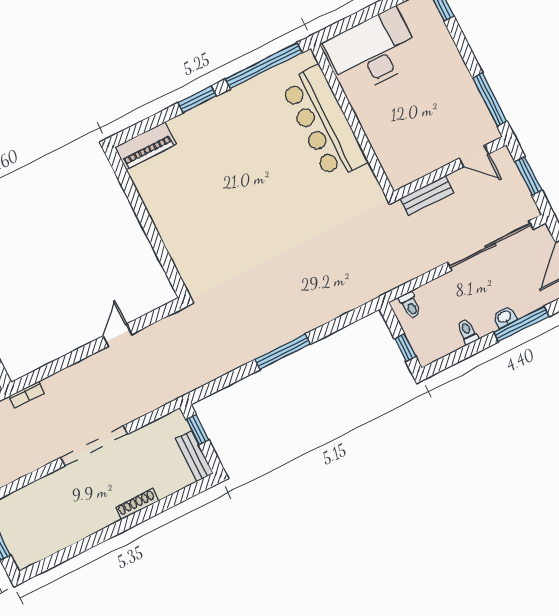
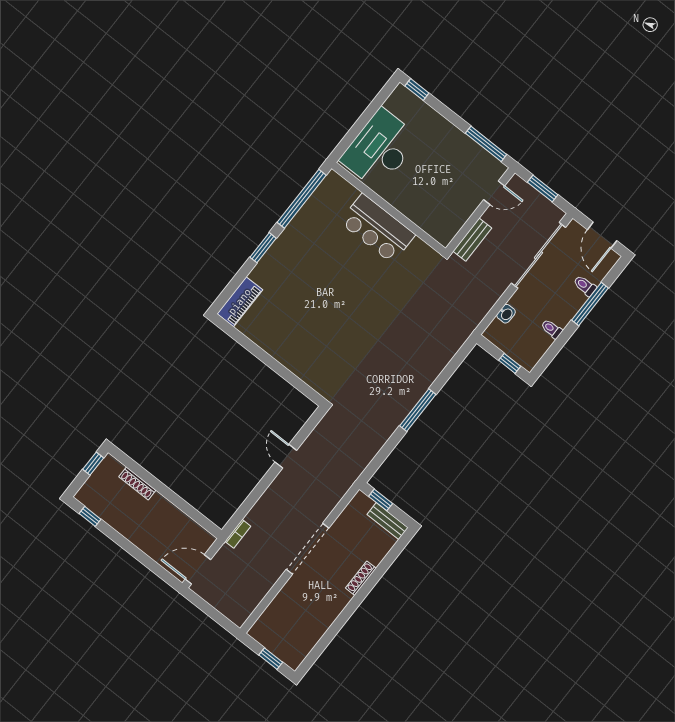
bar counter: (324, 123) -> (377, 228), width x0.73
toilet: (410, 305) -> (585, 286), moved, turned 180
washbasin: (505, 317) -> (506, 314), moved, turned 180

